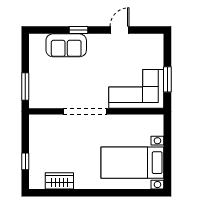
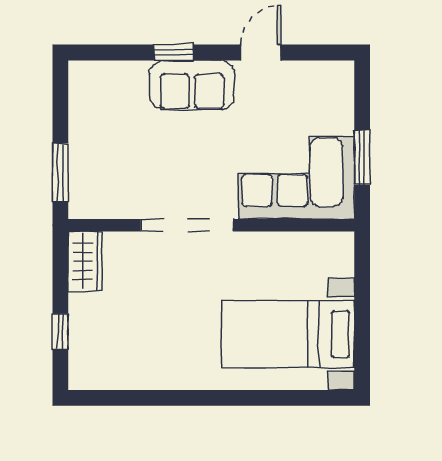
sofa: (66, 45) -> (192, 85), moved
wardrobe: (59, 181) -> (85, 261), moved, turned 90

